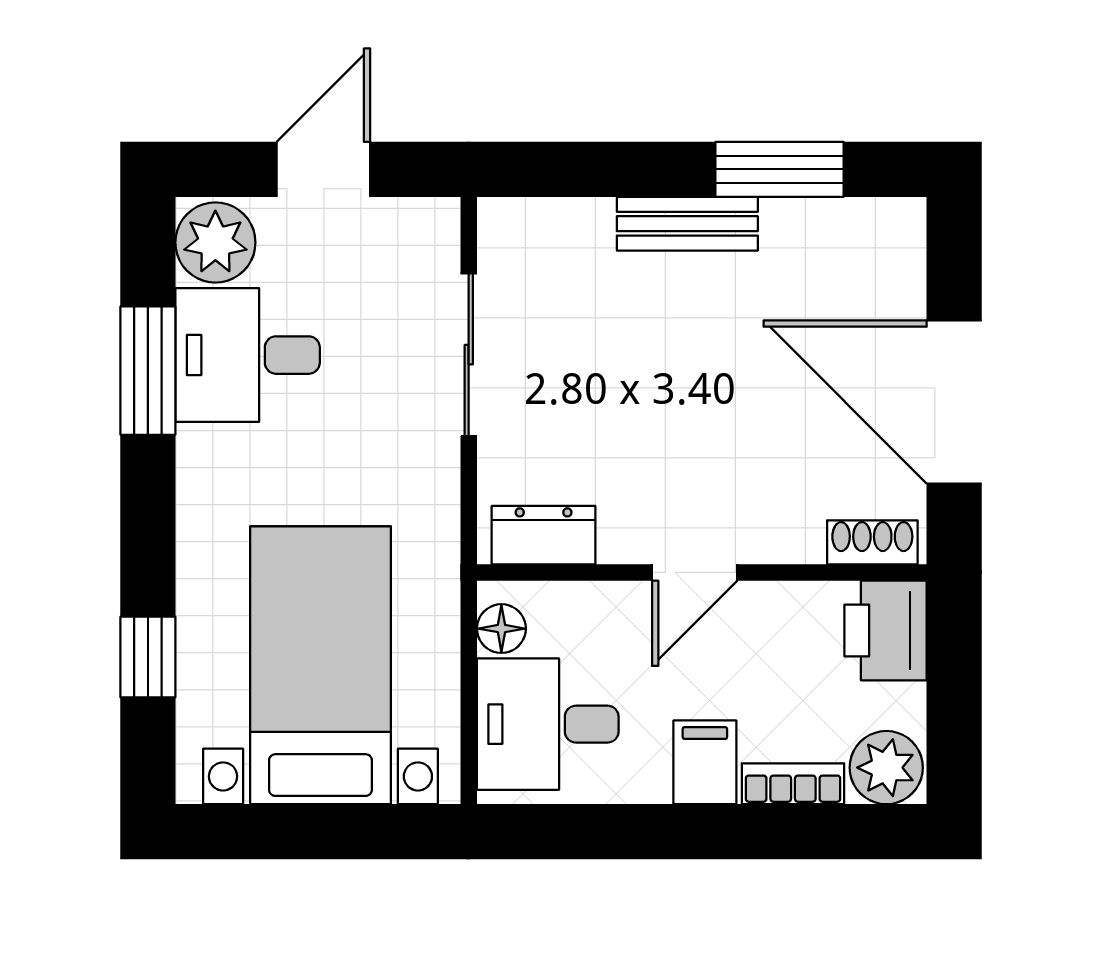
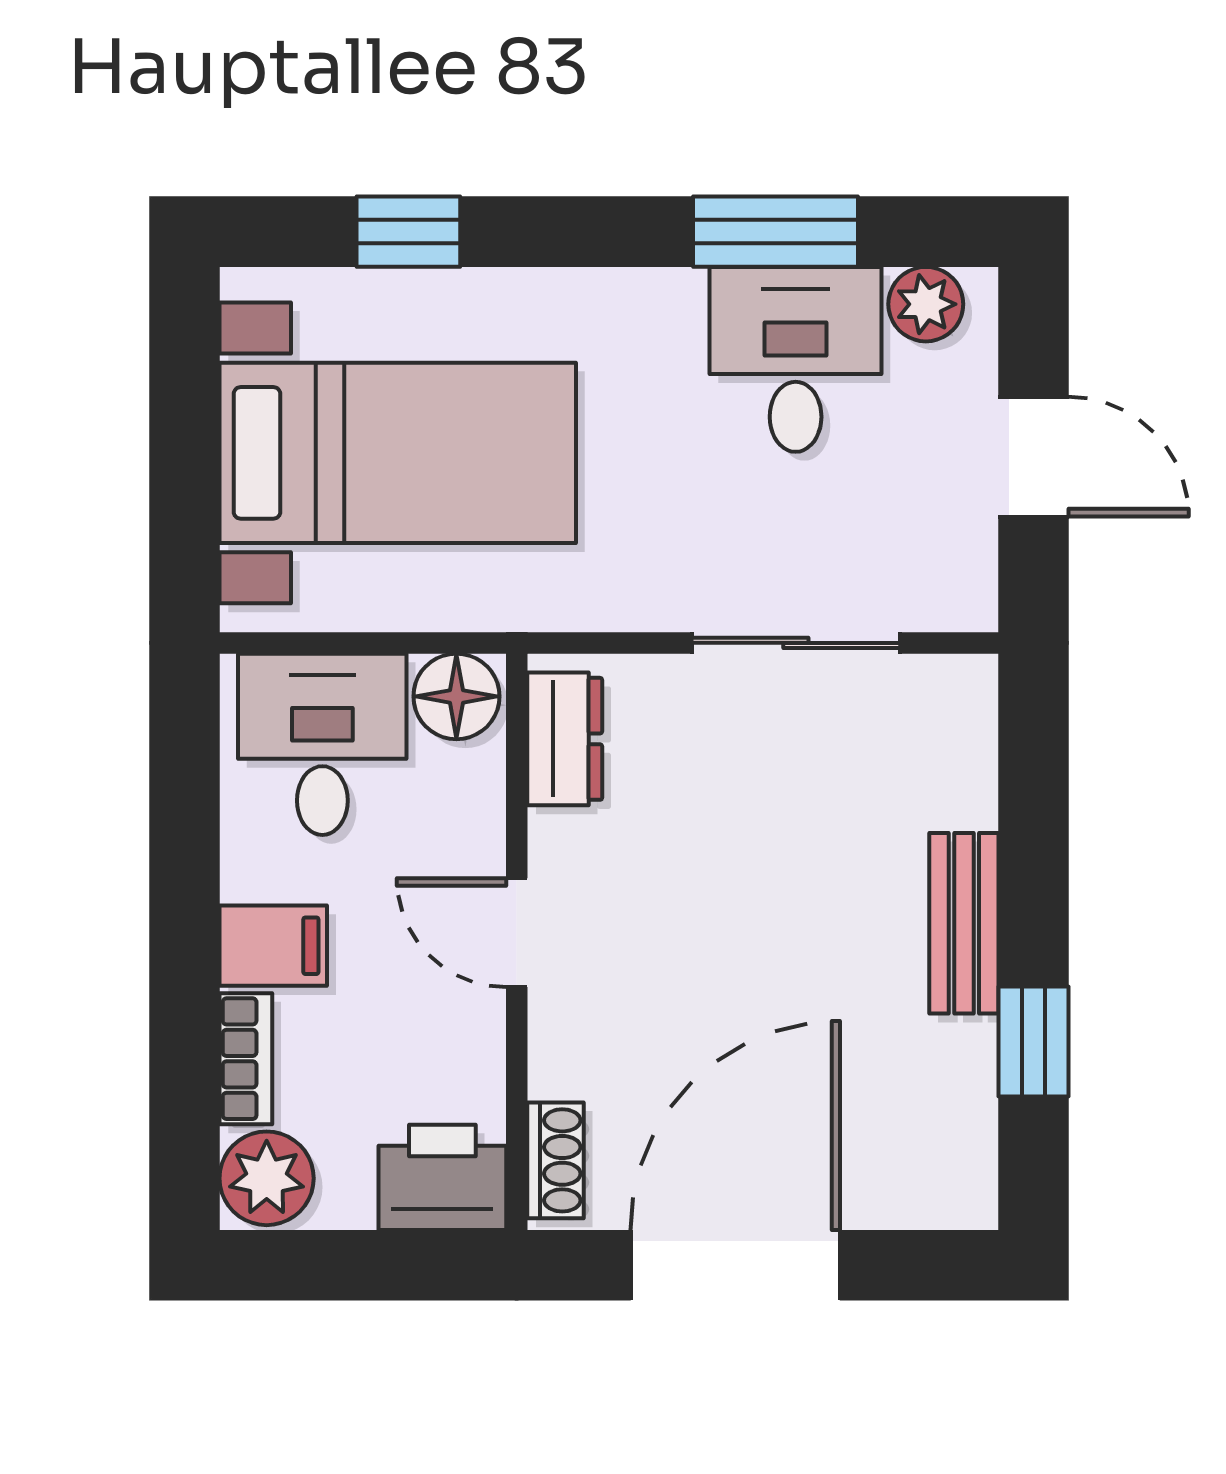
window: (780, 169) -> (1034, 1041), width x0.67
plant: (215, 242) -> (926, 304), width x0.73, depth x0.73
floor lamp: (501, 629) -> (456, 696), width x1.37, depth x1.37

